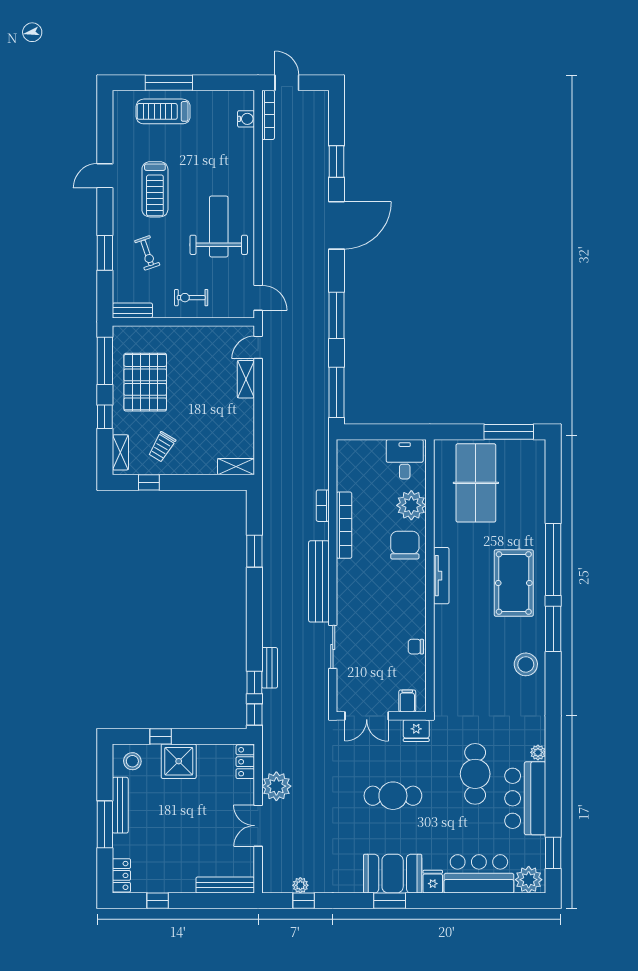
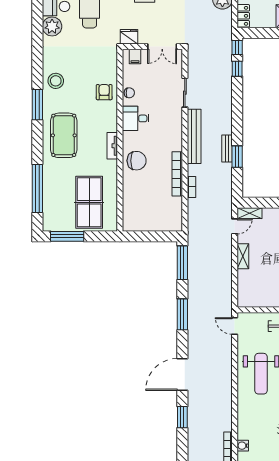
door: (258, 347) -> (235, 226), moved
shelving: (246, 379) -> (243, 256), moved
desk: (405, 459) -> (136, 118), moved, turned 90
plant: (411, 505) -> (132, 187), removed
chair: (405, 545) -> (137, 161), turned -90
window: (553, 559) -> (37, 189), moved
tv unit: (441, 576) -> (112, 146), width x0.71
armchair: (453, 648) -> (104, 92), added
bench: (270, 668) -> (227, 148), moved
double door: (367, 716) -> (162, 47), swing flipped
plant: (538, 752) -> (52, 26), width x1.87, depth x1.87

